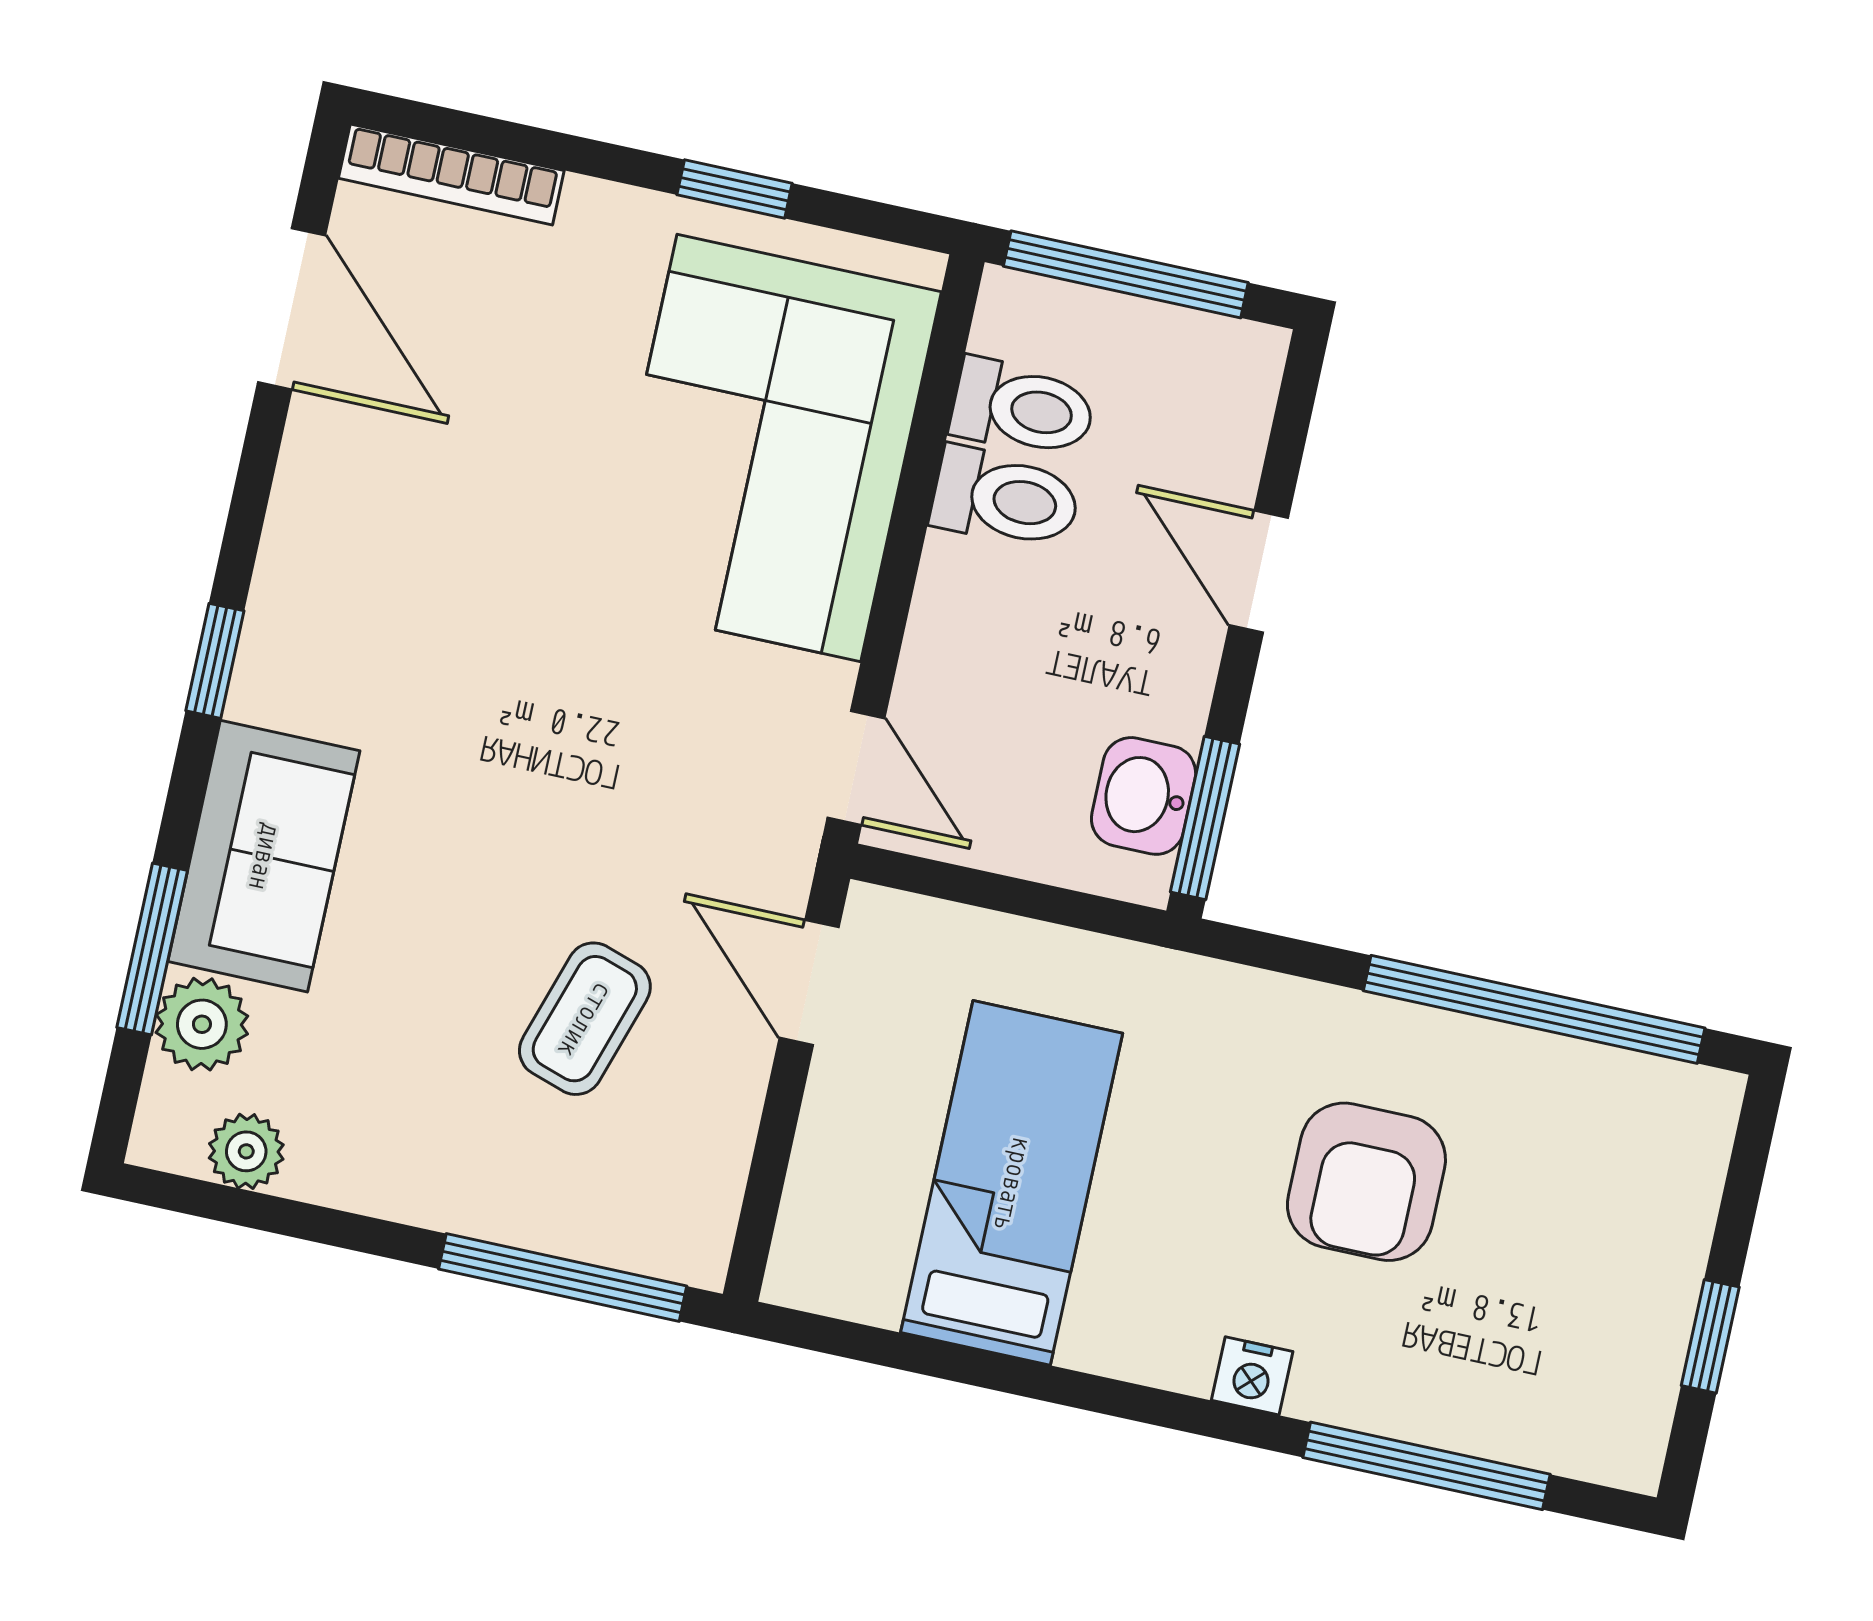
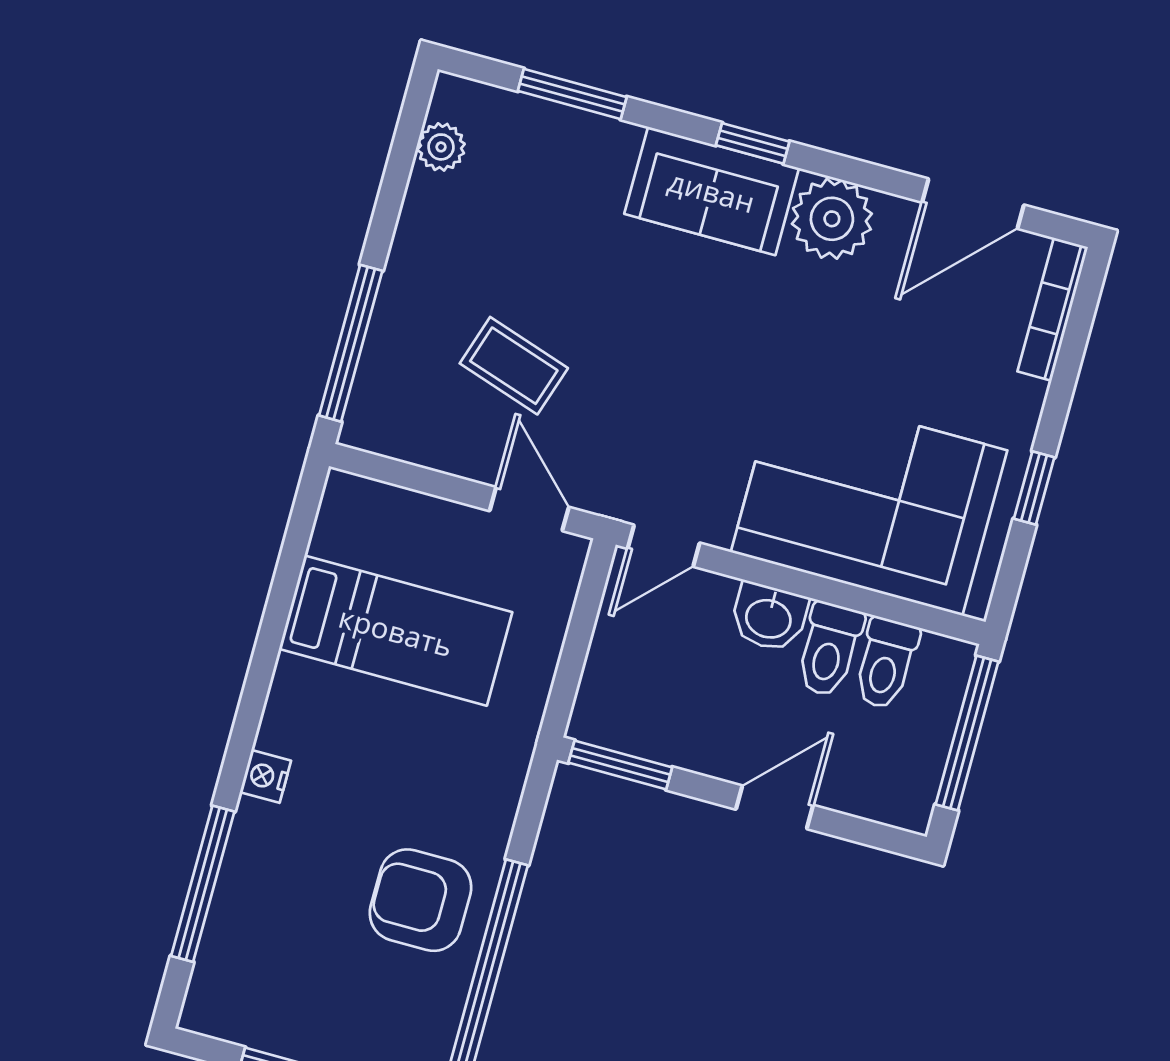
washbasin: (1144, 796) -> (769, 617), moved, turned 180
sofa: (264, 856) -> (712, 191), moved
door: (809, 983) -> (529, 509), hinge flipped
plant: (202, 1024) -> (832, 219), moved, width x1.36, depth x1.36
armchair: (1366, 1182) -> (421, 900), moved

